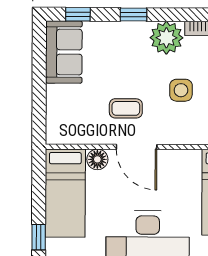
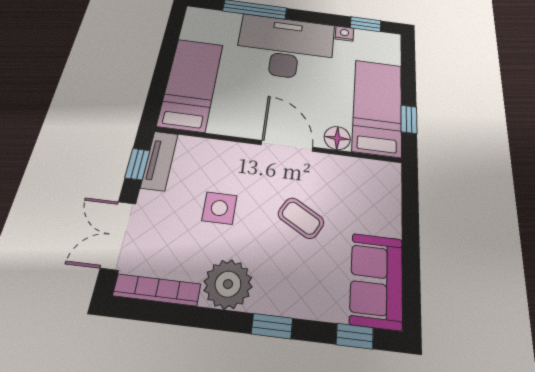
coffee table: (126, 108) -> (301, 218), moved, turned 30
window: (39, 237) -> (409, 119), moved

